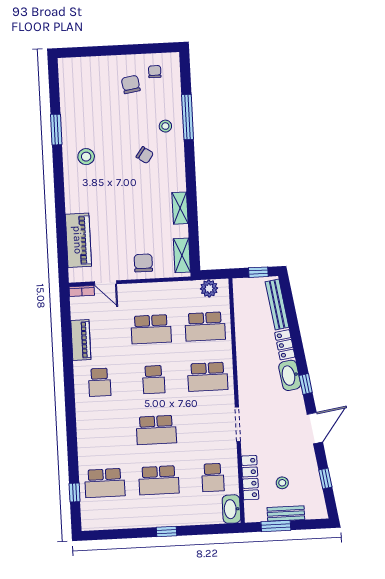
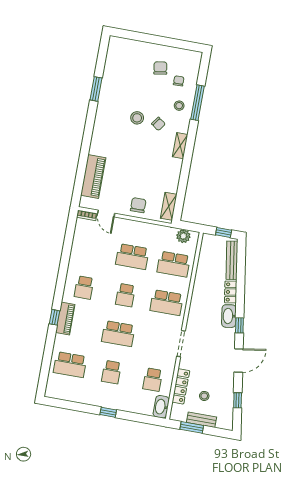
chair: (155, 72) -> (179, 81), moved
stool: (86, 157) -> (137, 118), moved
shelving: (180, 208) -> (180, 146), moved
piano: (81, 340) -> (65, 318), moved
school desk: (159, 480) -> (111, 372), width x0.54
window: (75, 492) -> (55, 317), moved

